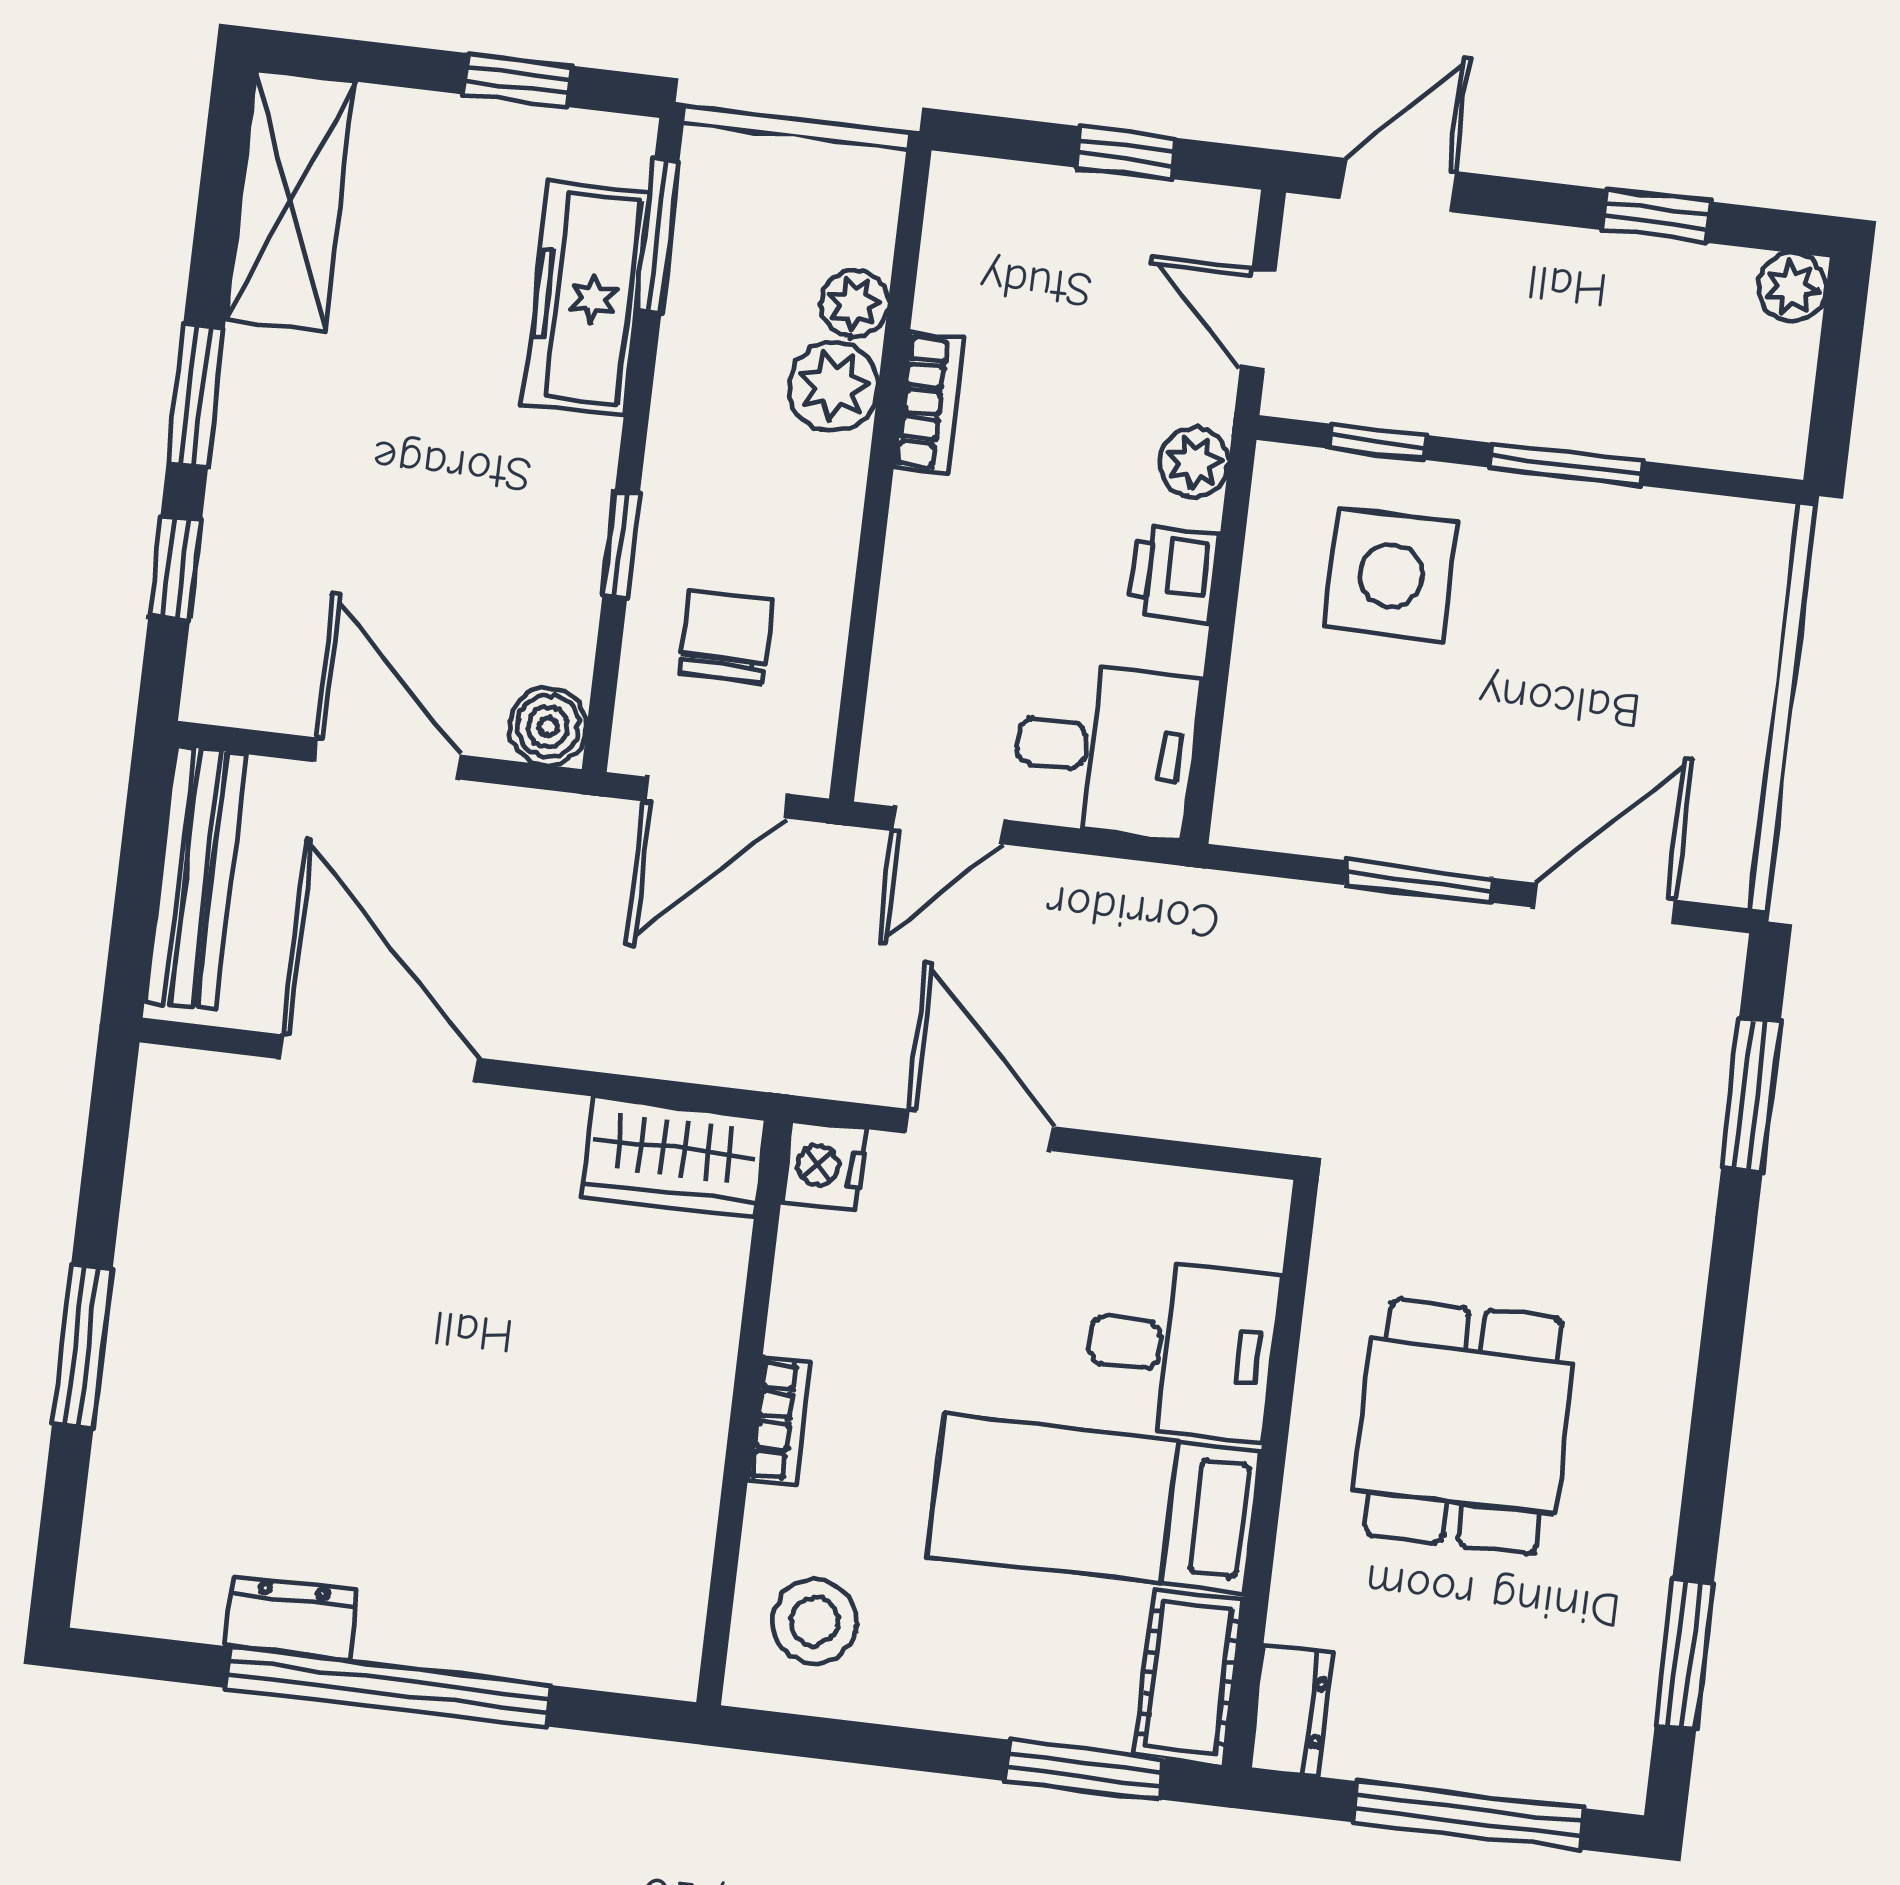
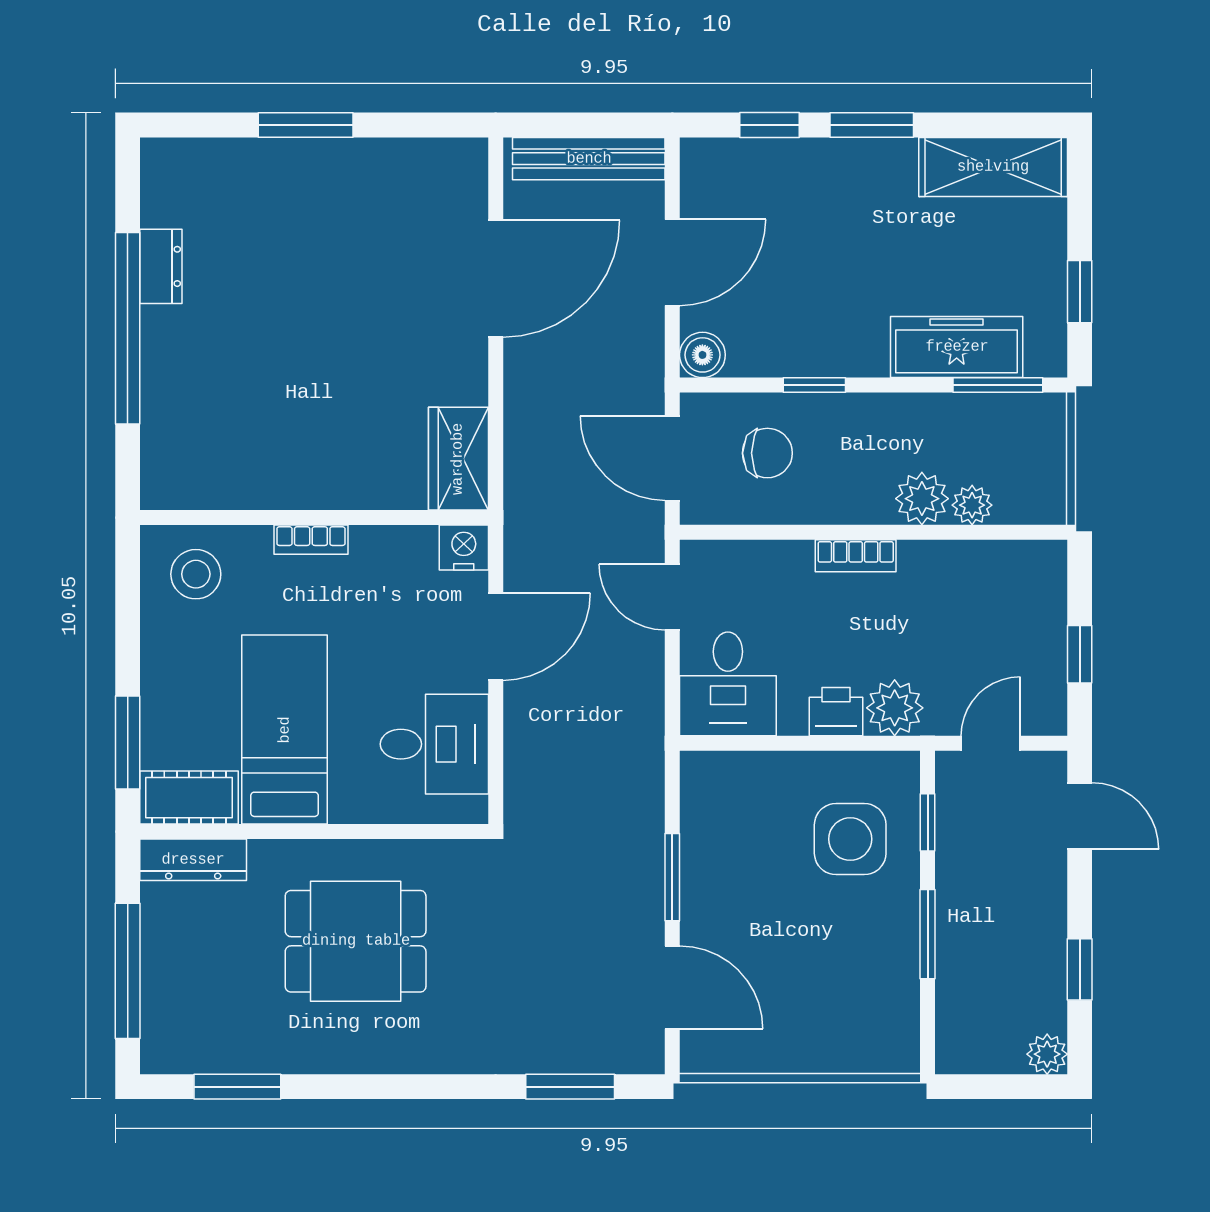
bookcase: (929, 403) -> (856, 556), moved
plant: (1194, 463) -> (895, 708), width x1.38, depth x1.38
desk: (1181, 1349) -> (434, 744), moved, turned -90
dresser: (1291, 1710) -> (193, 860), width x1.44

